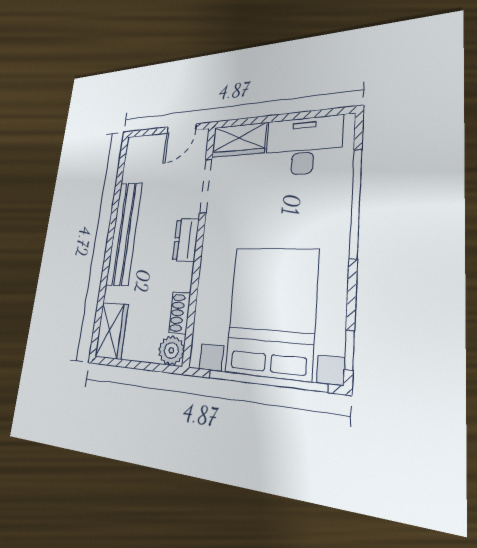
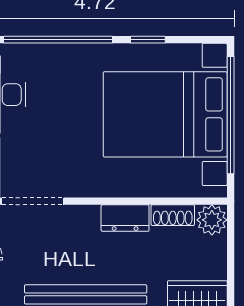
dresser: (186, 240) -> (125, 218), moved
window: (349, 350) -> (148, 40), moved

